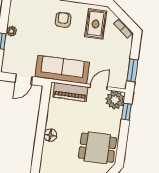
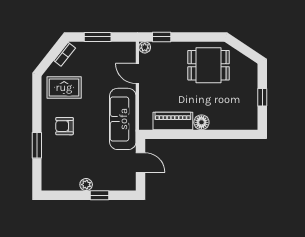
window: (132, 70) -> (98, 37), moved
piano: (71, 92) -> (173, 121), moved, turned -90
plant: (115, 100) -> (145, 47), width x0.53, depth x0.53
dining table: (97, 148) -> (209, 65), turned 90

